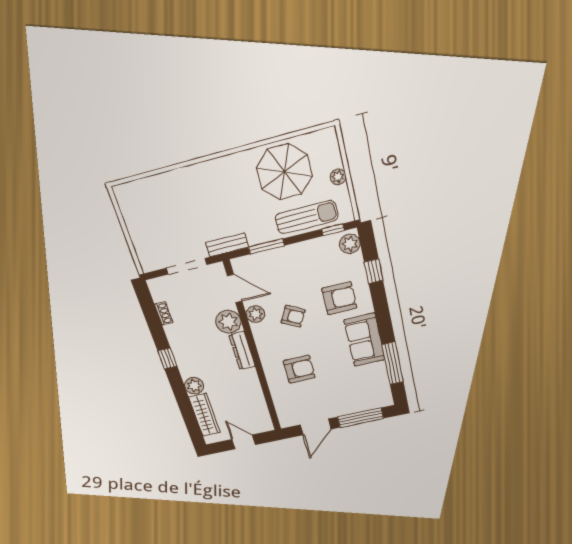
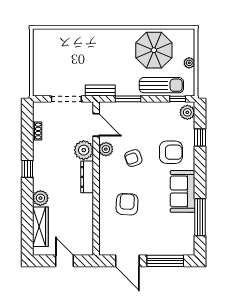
armchair: (293, 316) -> (133, 158), turned 132
armchair: (299, 369) -> (127, 204), turned -87
door: (316, 427) -> (127, 261), hinge flipped

